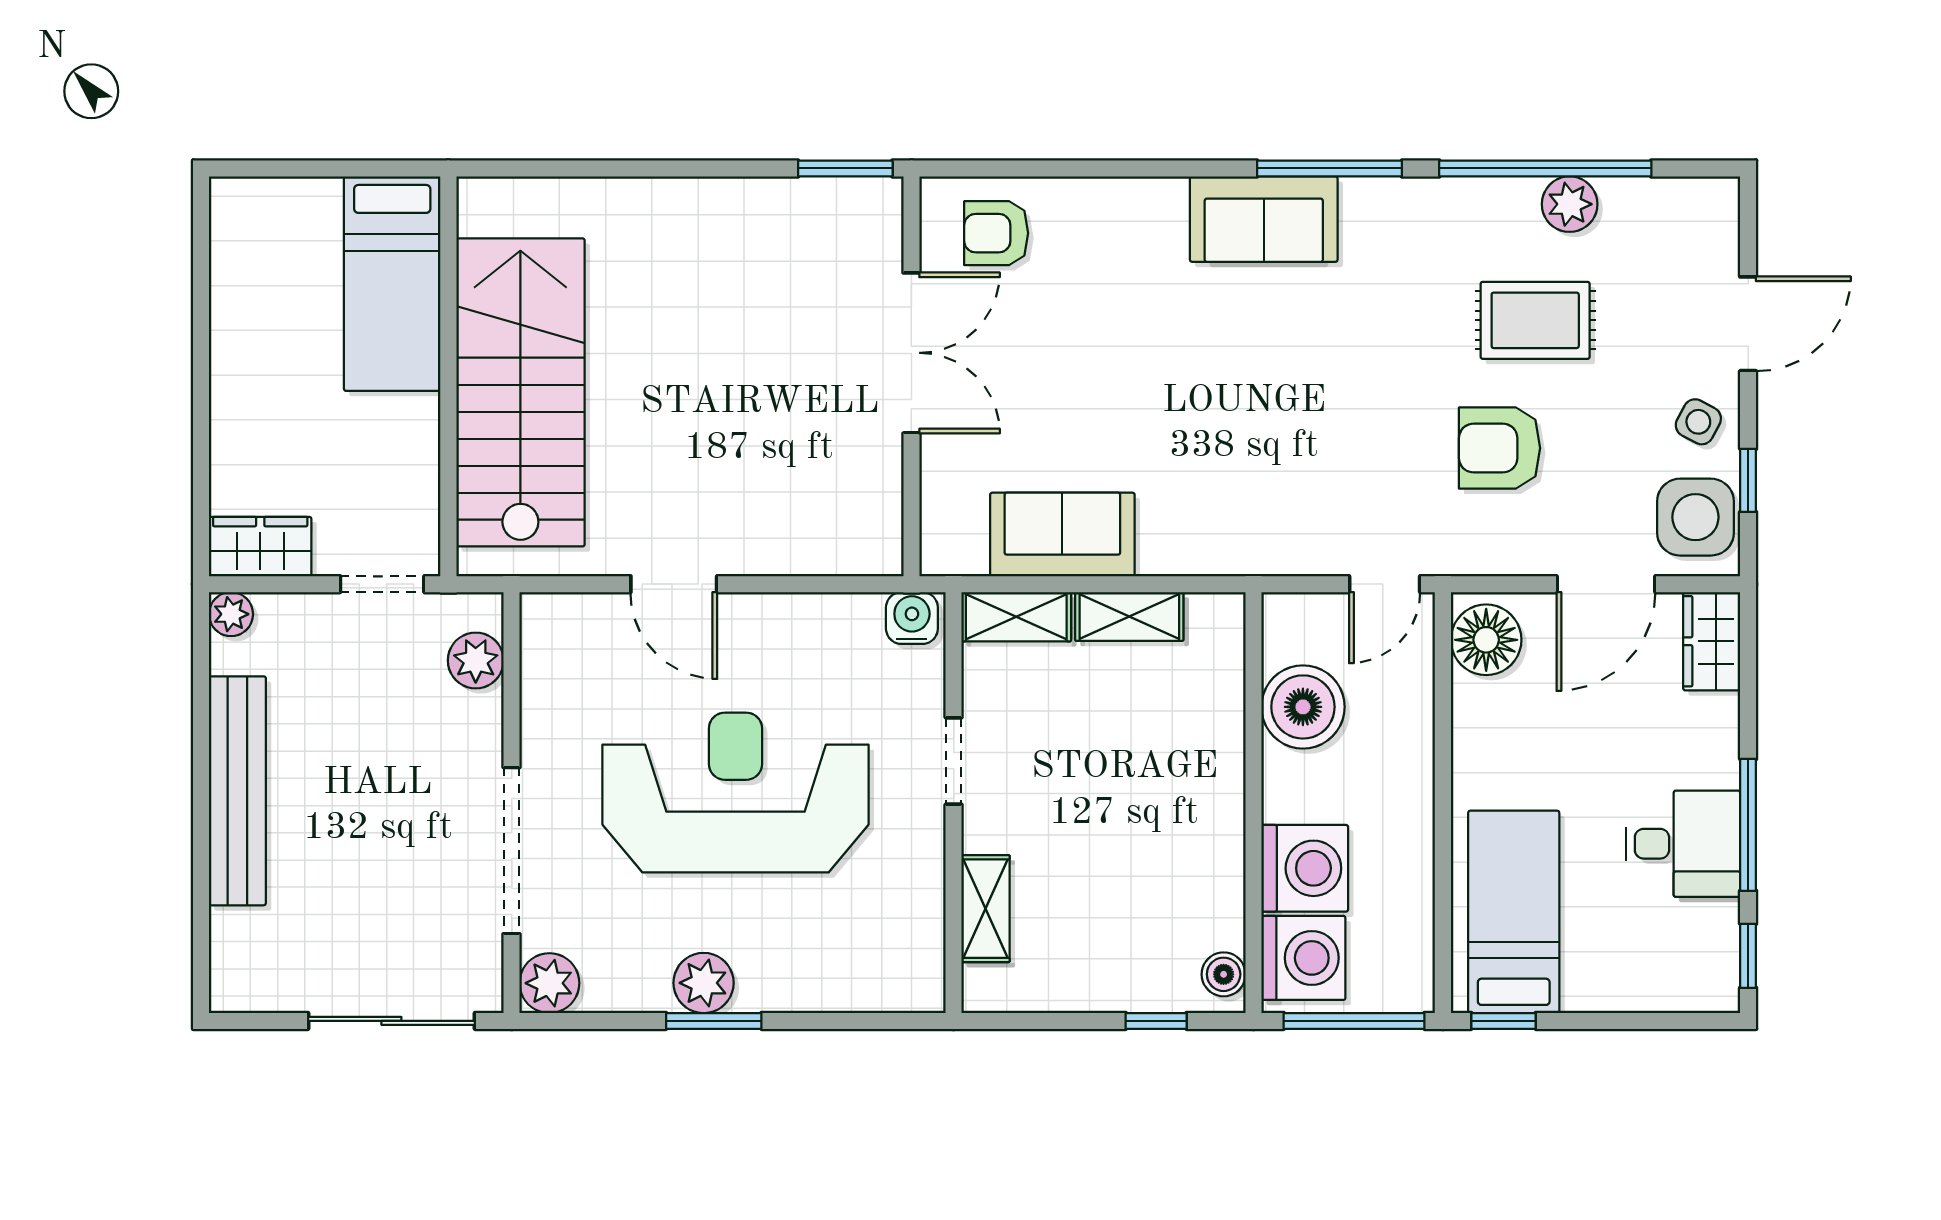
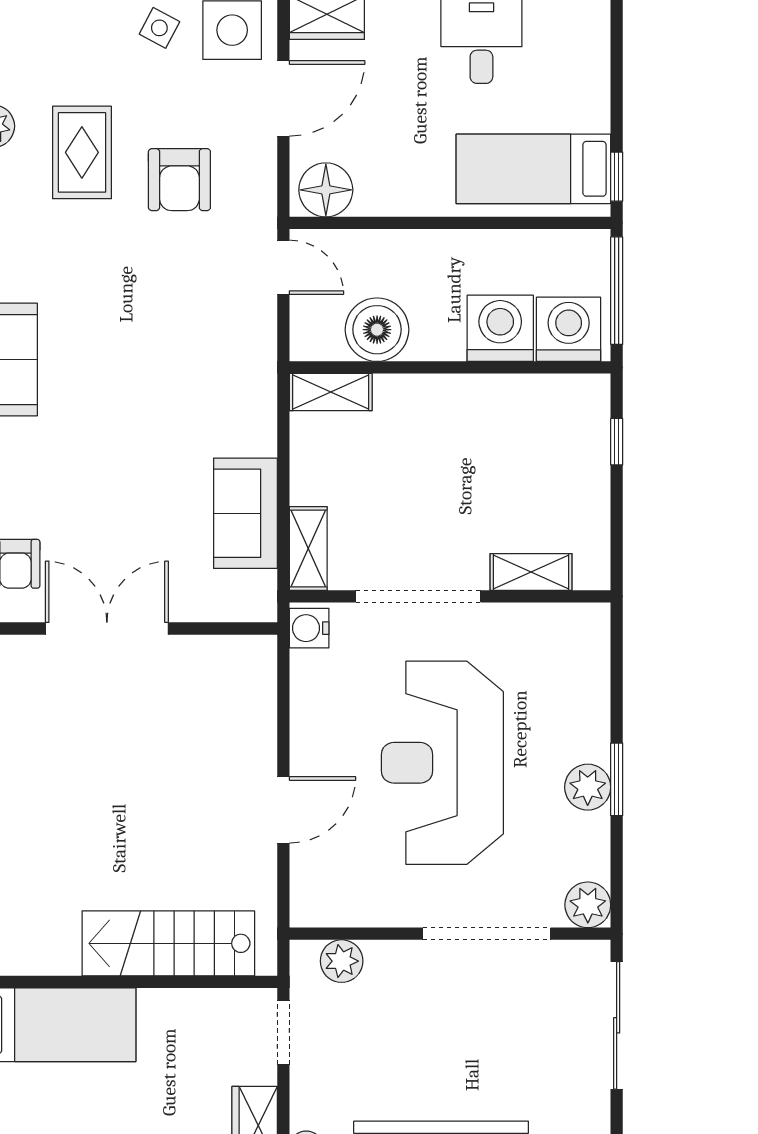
stairs: (520, 392) -> (168, 943), width x0.73, depth x0.66
door: (1606, 584) -> (283, 98), hinge flipped
shelving: (1129, 616) -> (331, 392), moved, turned 90
doorway: (954, 761) -> (418, 596), width x1.88
boiler: (1224, 974) -> (581, 390), removed

